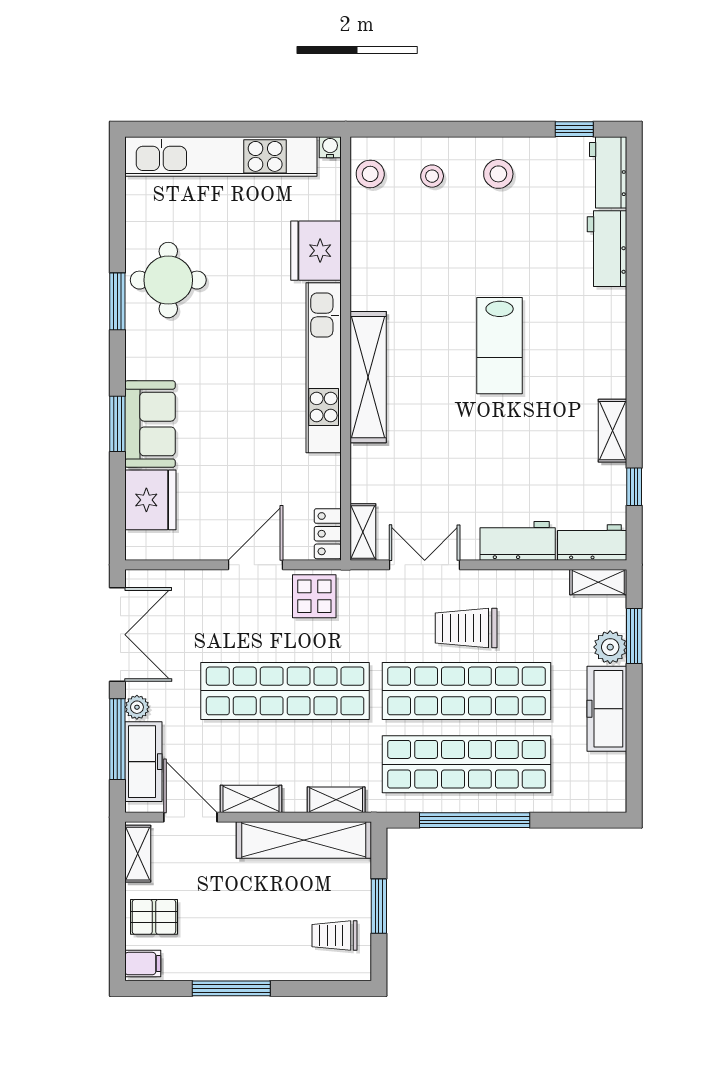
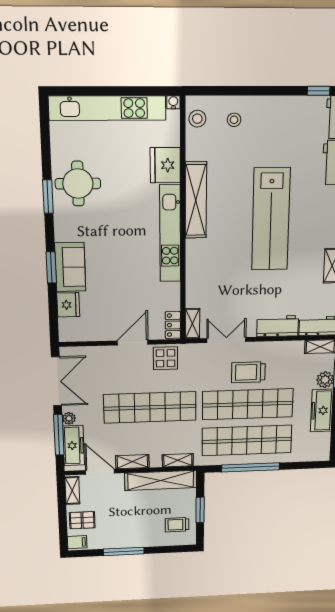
stool: (498, 174) -> (273, 118), removed
lab bench: (500, 346) -> (271, 219), width x1.86, depth x1.39
shelving: (368, 377) -> (196, 200), moved
fridge: (150, 500) -> (68, 305), width x0.73, depth x0.75

